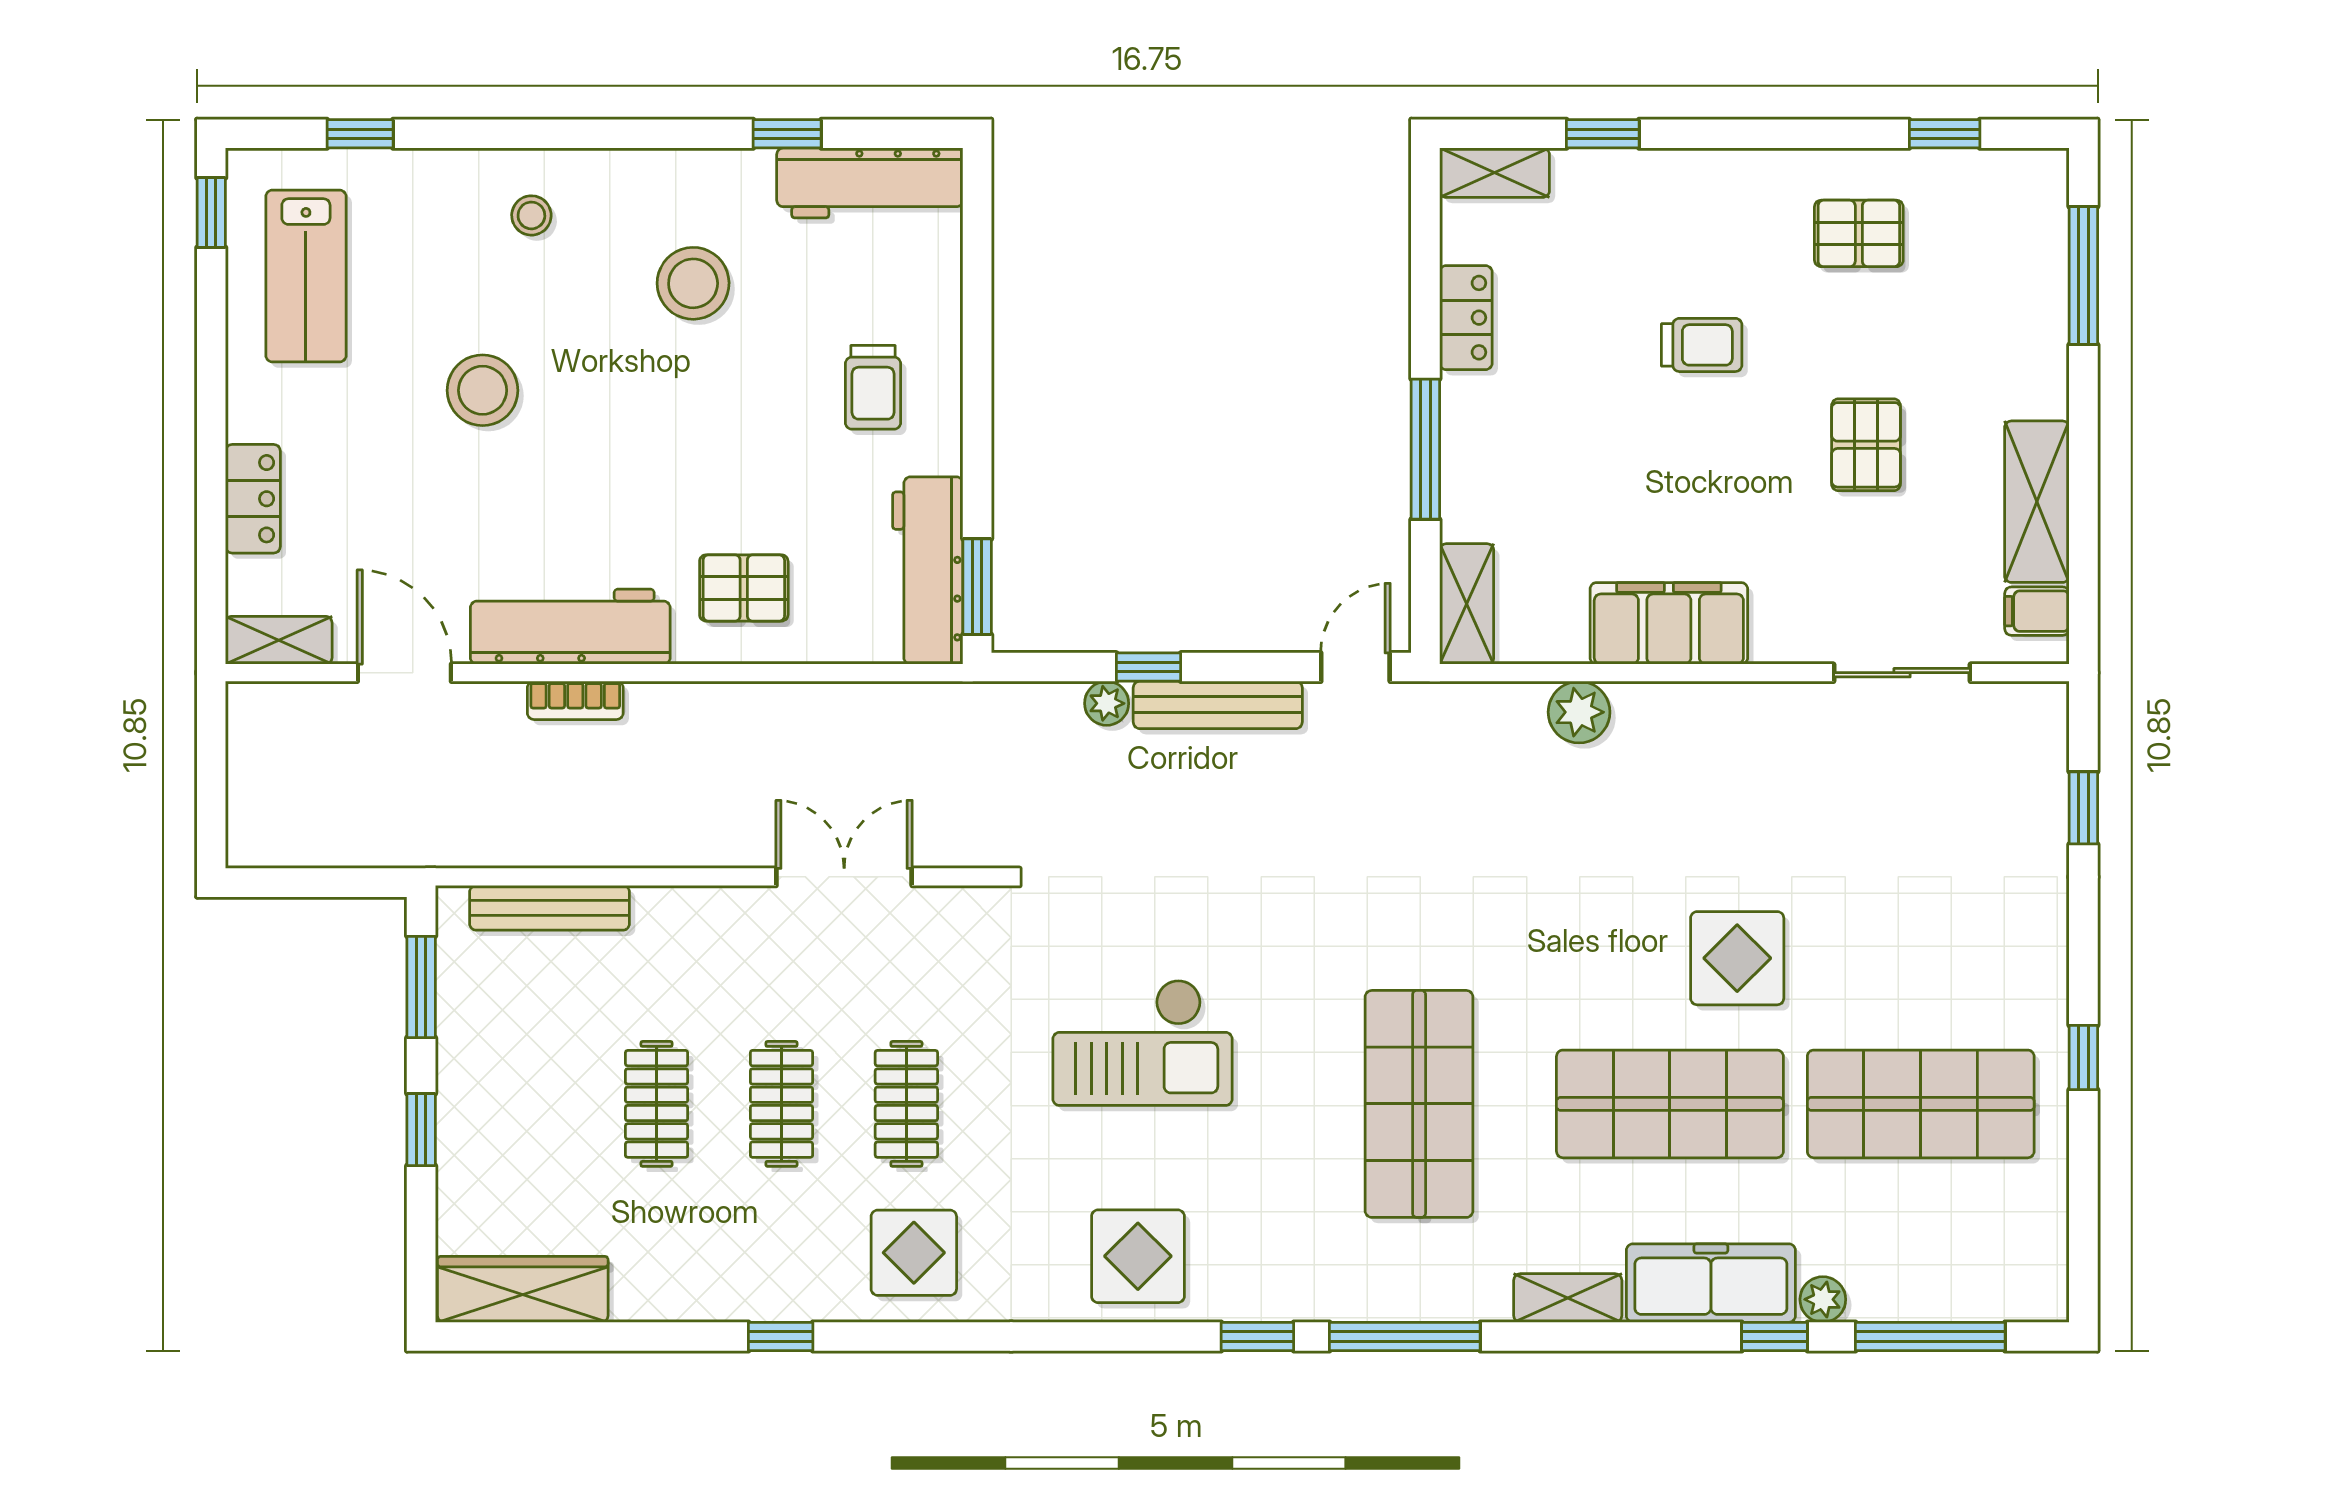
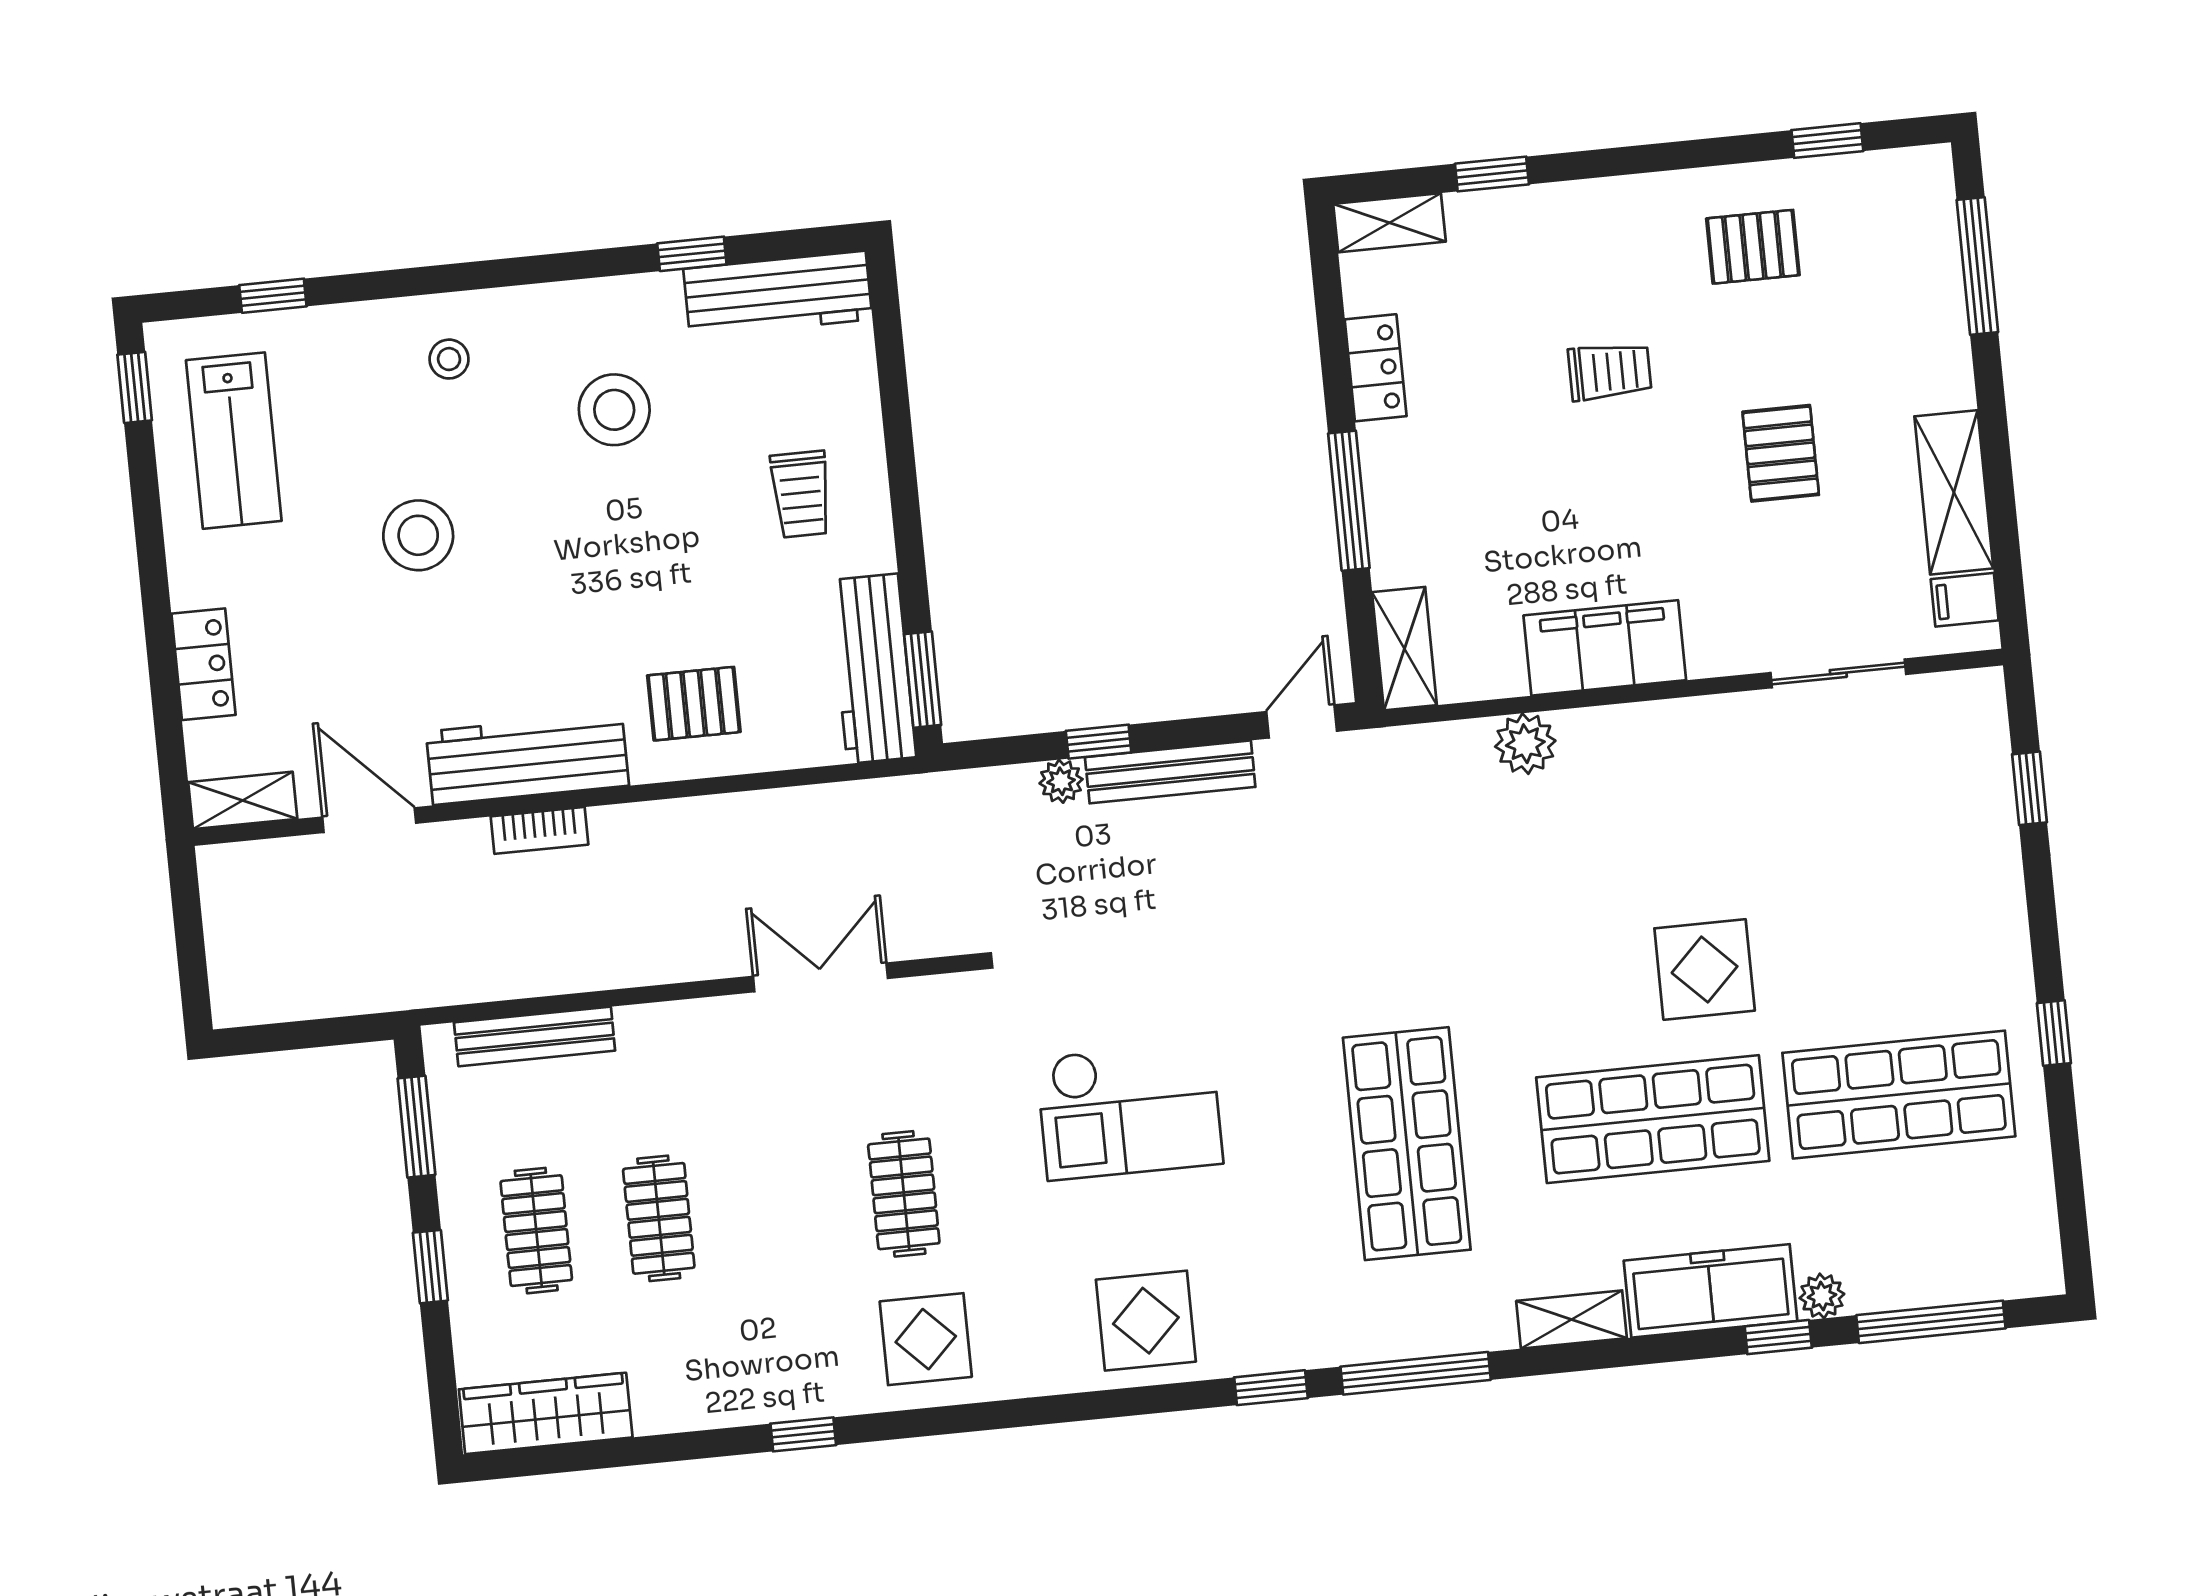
clothes rail: (781, 1104) -> (536, 1231), moved

